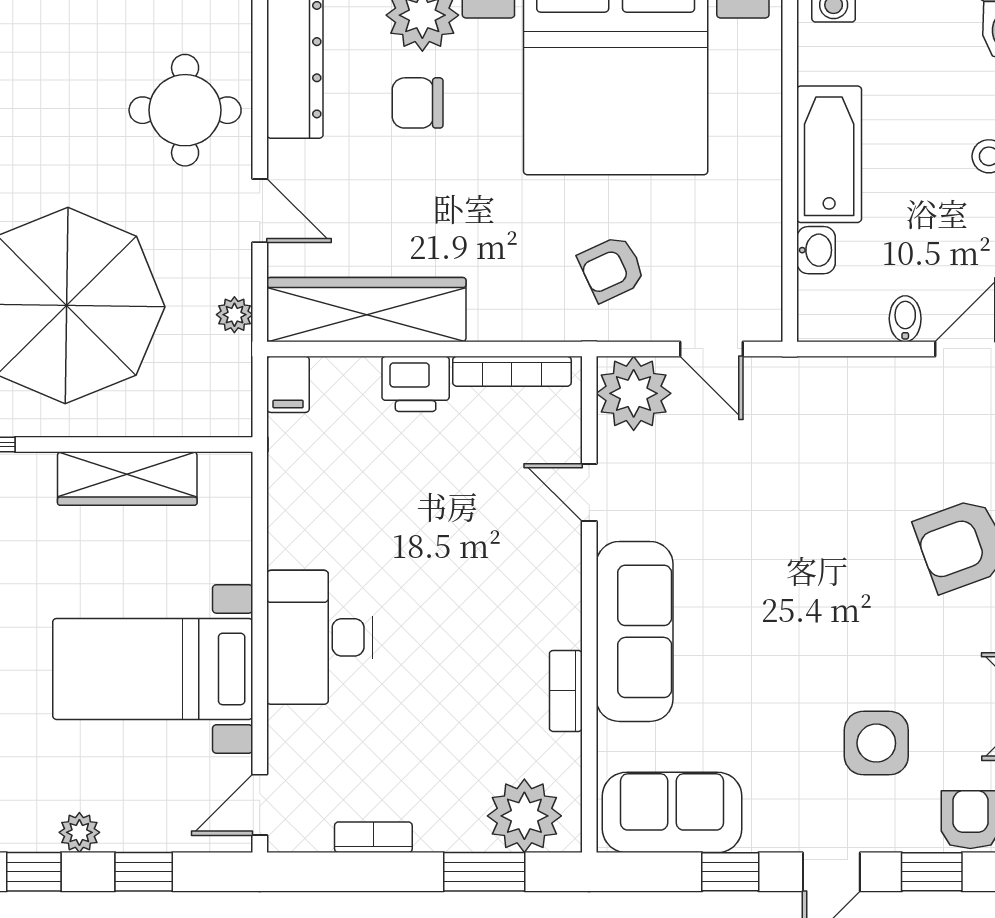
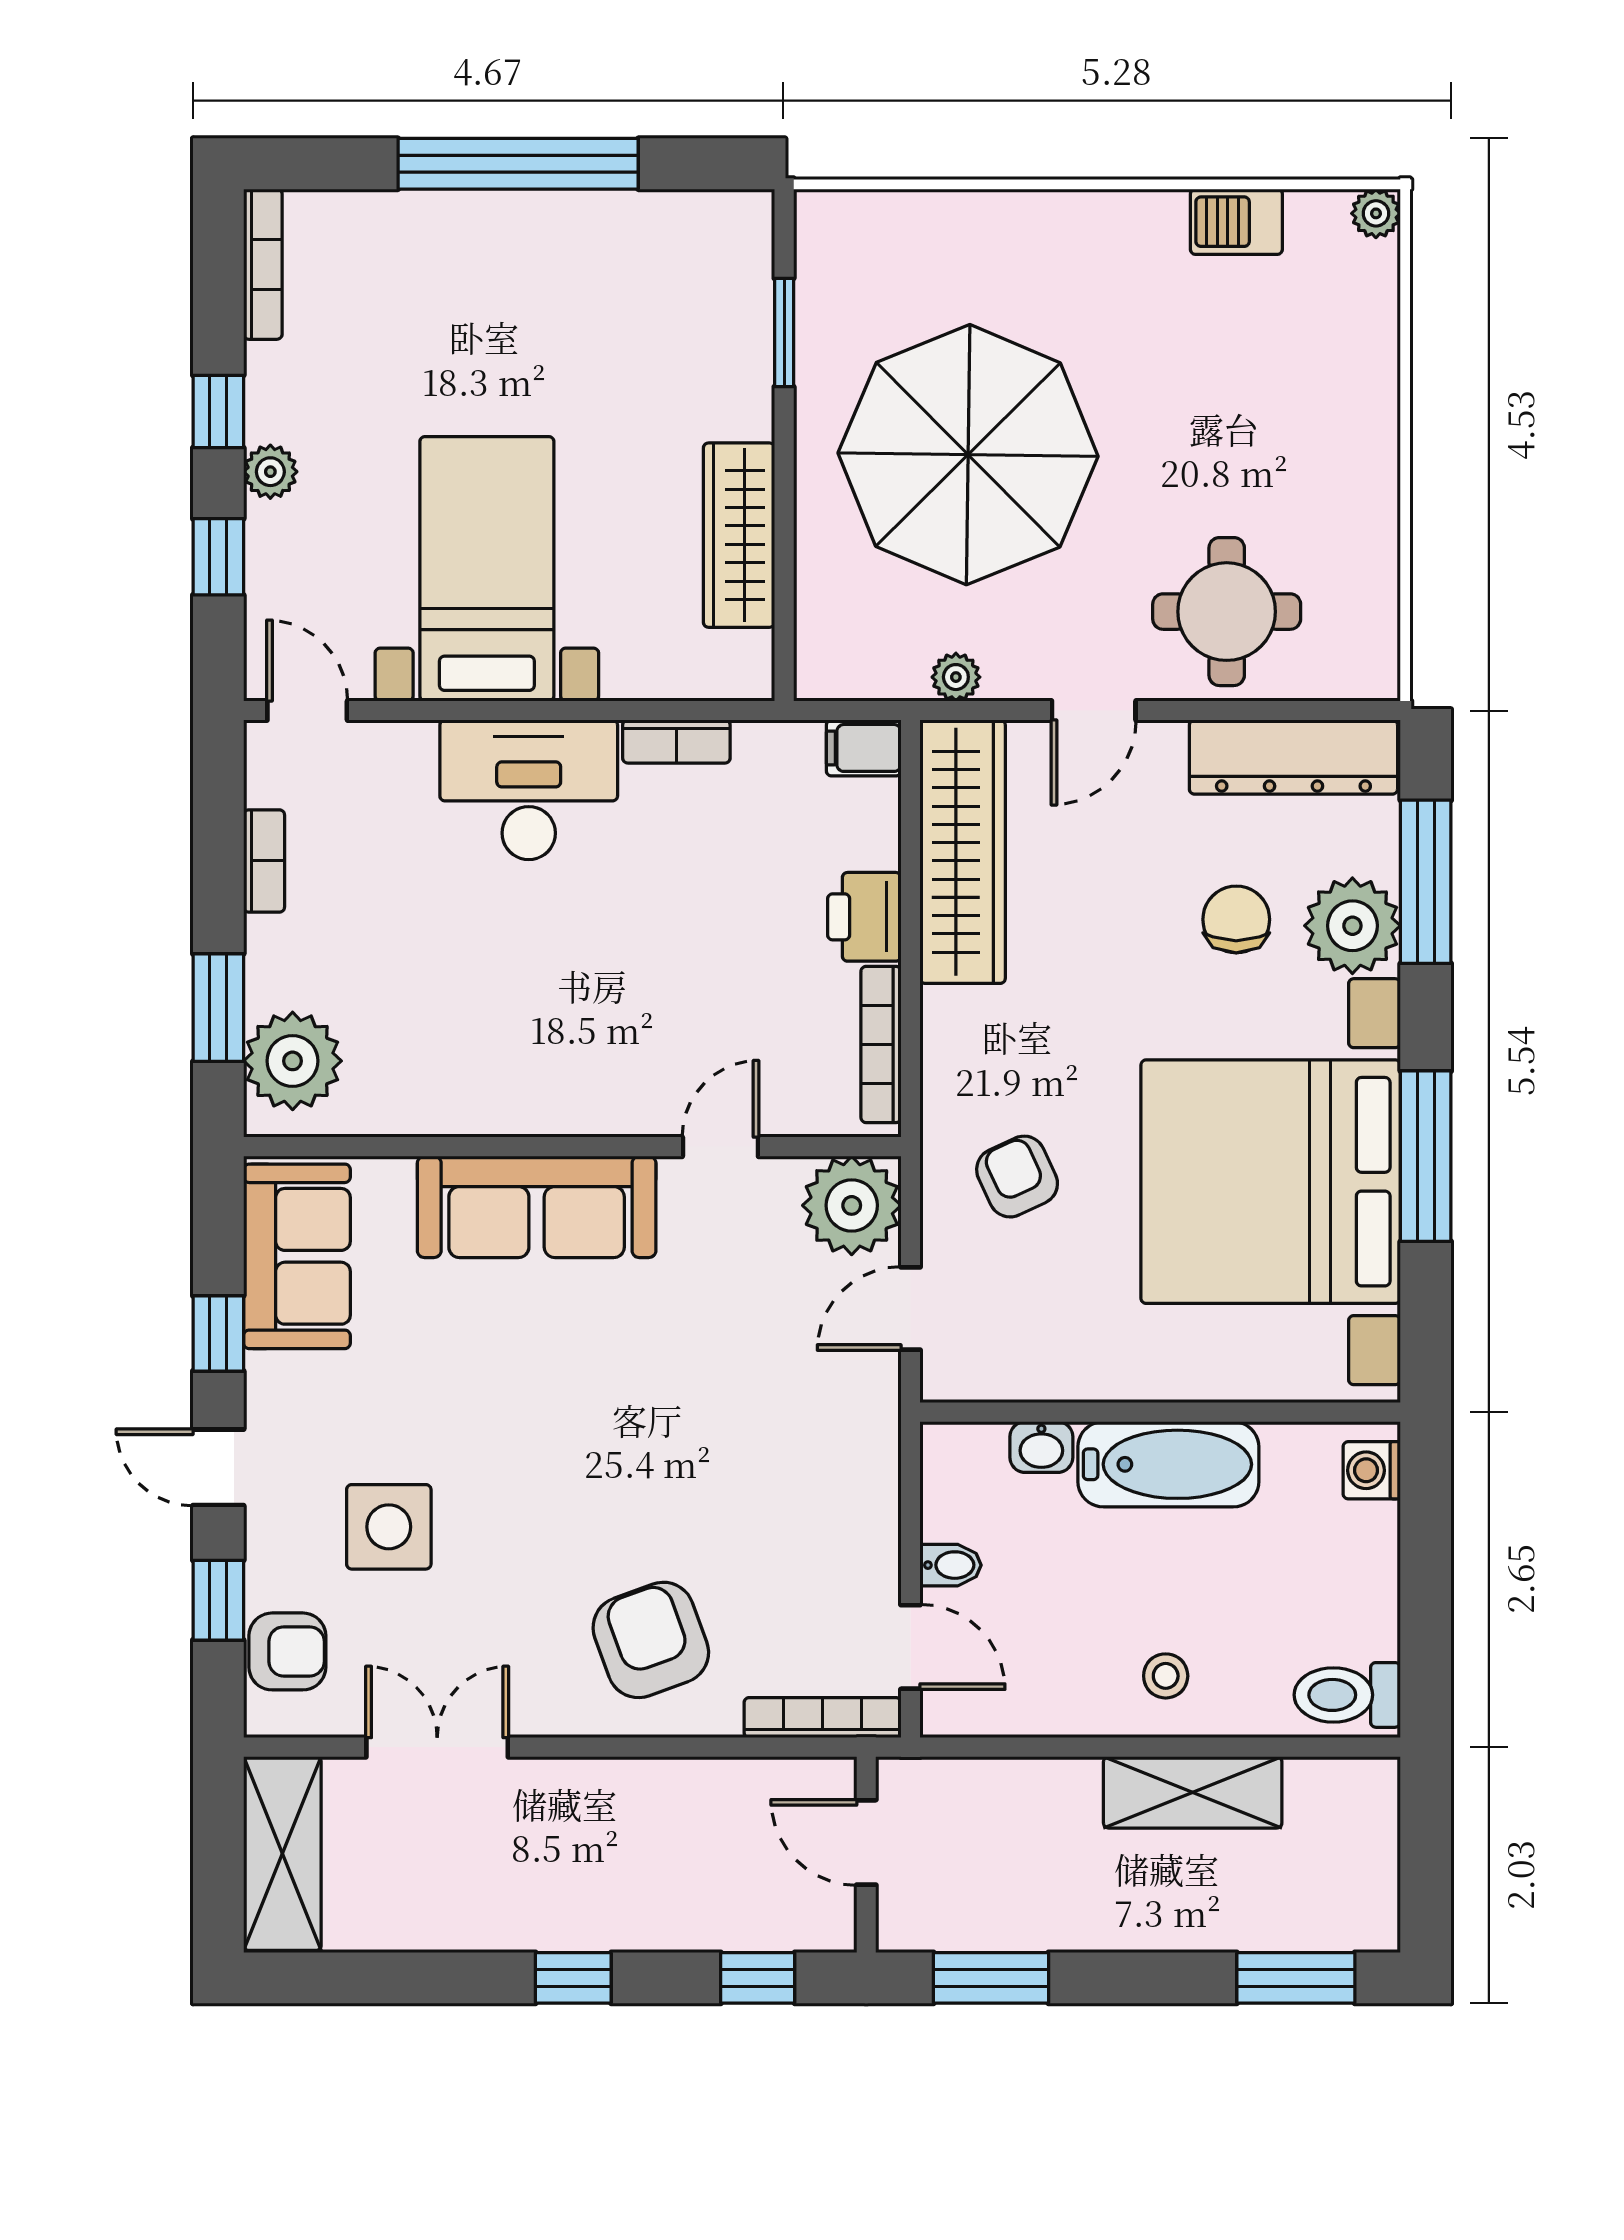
bookcase: (566, 691) -> (676, 742), moved, turned 180

